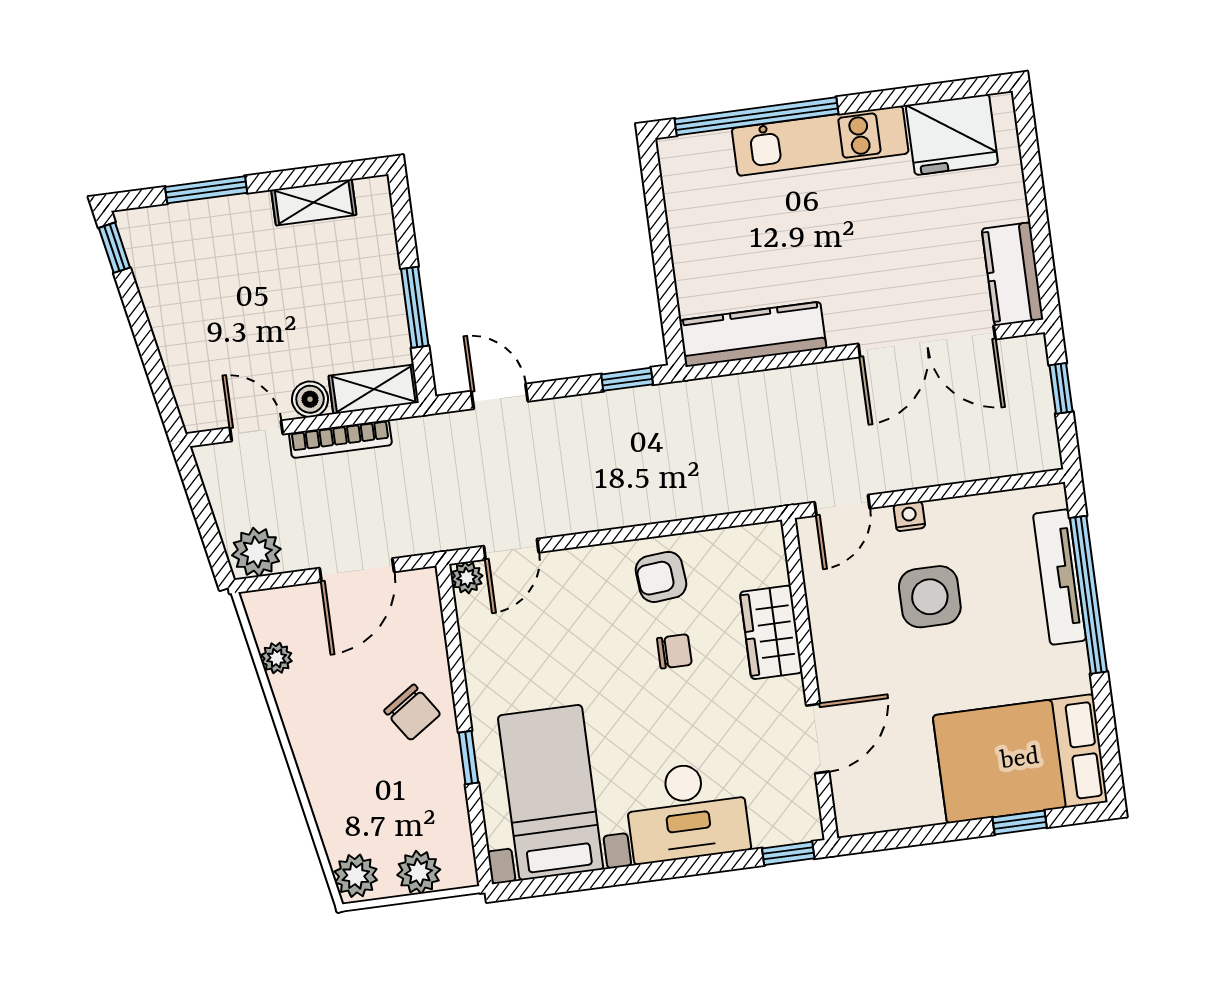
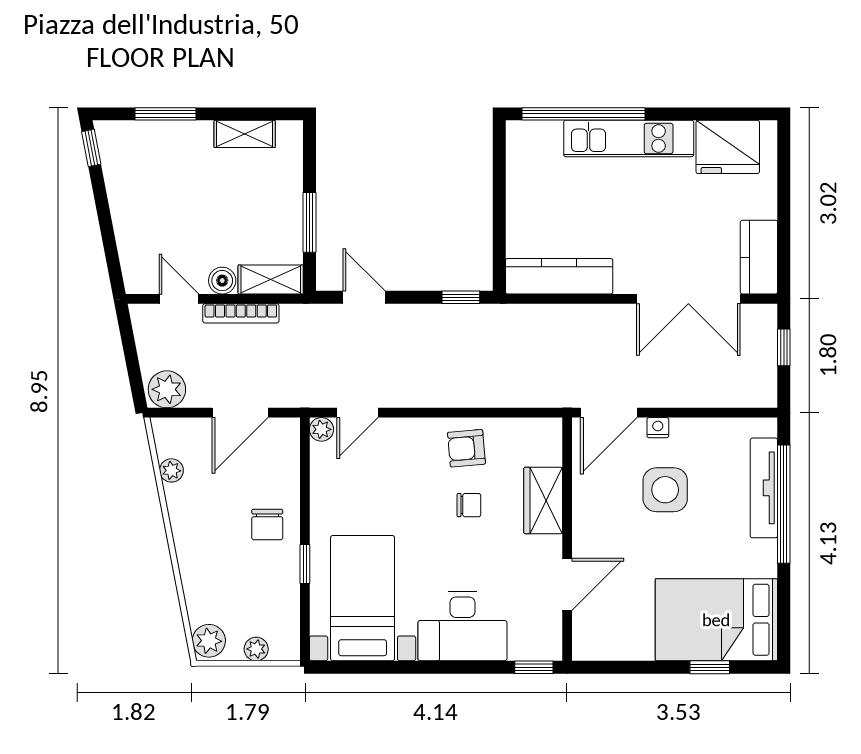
door: (842, 505) -> (609, 413), width x1.38
chair: (412, 712) -> (267, 525), turned 34
plant: (419, 872) -> (256, 649), width x0.73, depth x0.73

